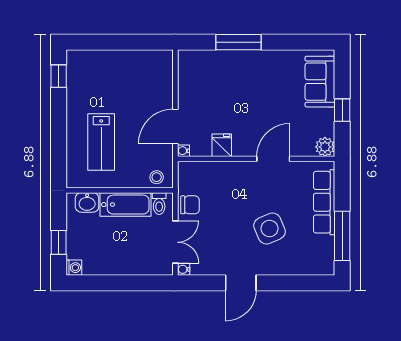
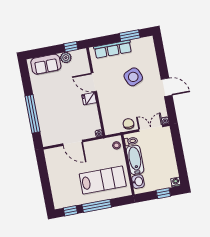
window: (238, 42) -> (32, 114), width x1.46
window: (342, 110) -> (71, 47), moved
window: (59, 123) -> (97, 206), added
door: (175, 126) -> (73, 143), moved
lab bench: (101, 142) -> (103, 180), width x1.36, depth x1.39
fridge: (222, 145) -> (89, 99), moved
plant: (325, 147) -> (66, 58), moved
window: (342, 236) -> (130, 36), width x0.69

